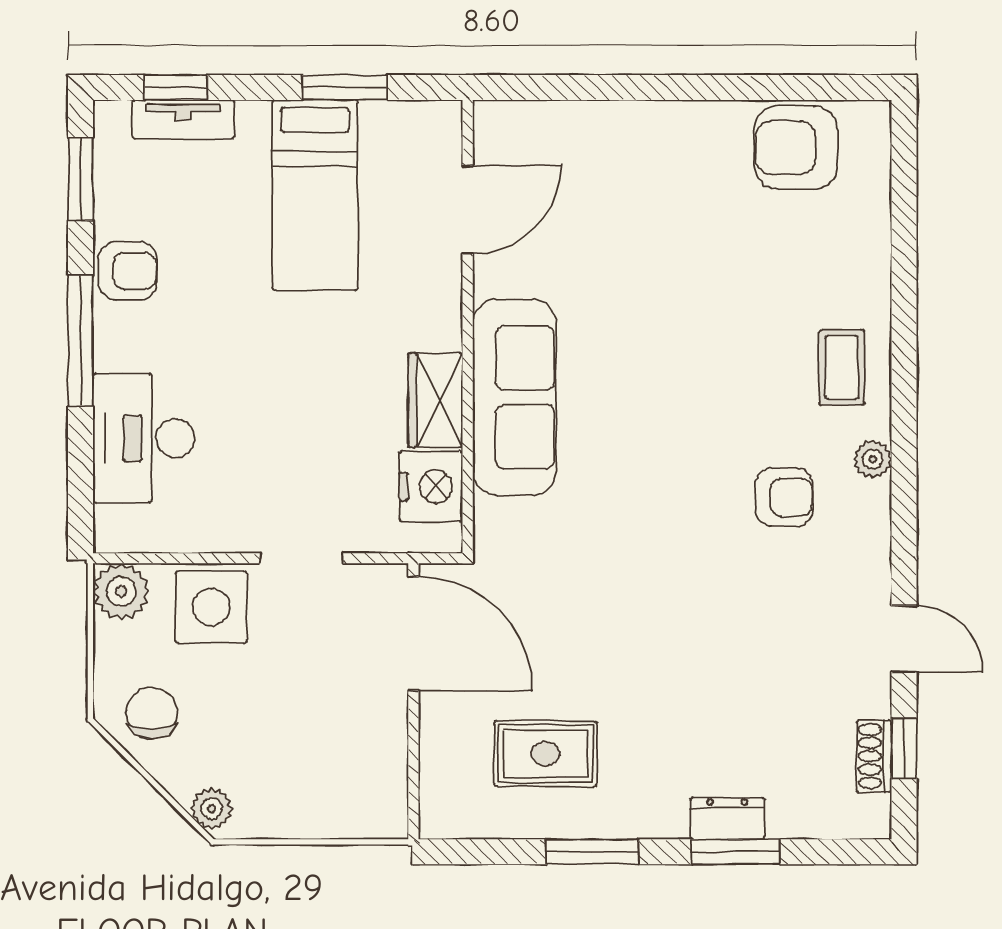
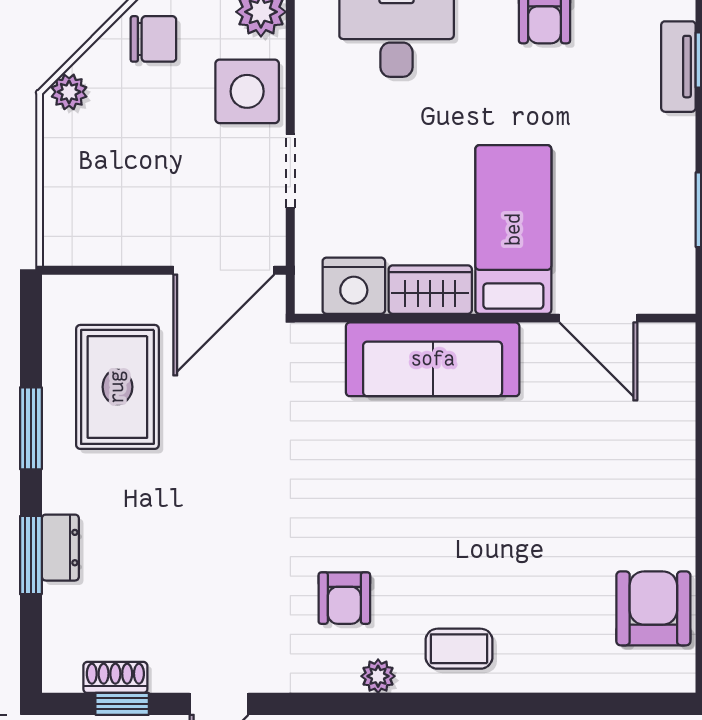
bed: (315, 195) -> (513, 229), moved, turned 90
rug: (545, 754) -> (117, 387), width x1.36, depth x1.43

